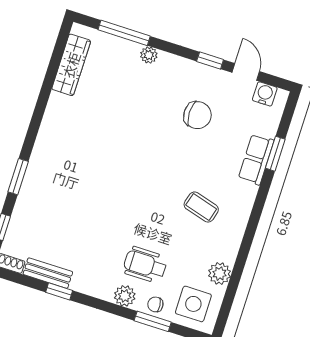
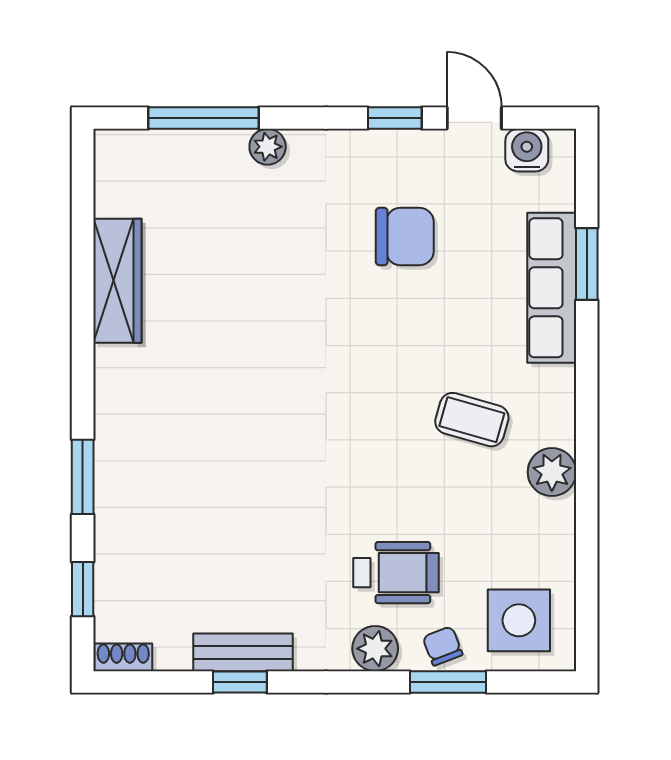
wardrobe: (71, 65) -> (117, 281), moved
row of seats: (256, 159) -> (552, 288), width x1.48
wheelchair: (145, 265) -> (396, 573), turned 180
bench: (48, 273) -> (243, 652), moved
plant: (219, 274) -> (552, 472), moved
chair: (155, 304) -> (443, 646), turned 75

